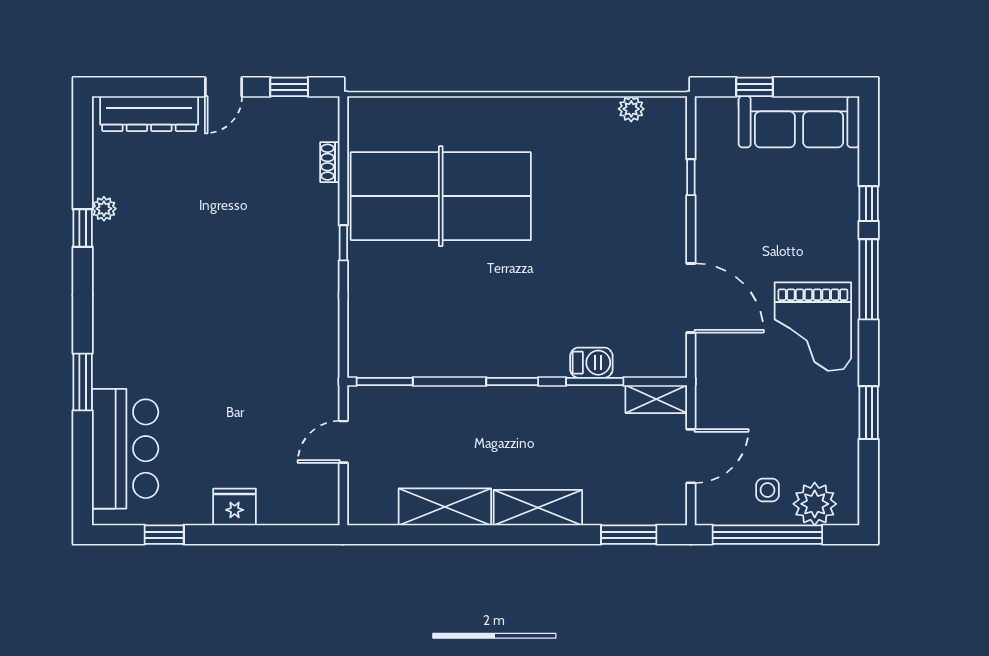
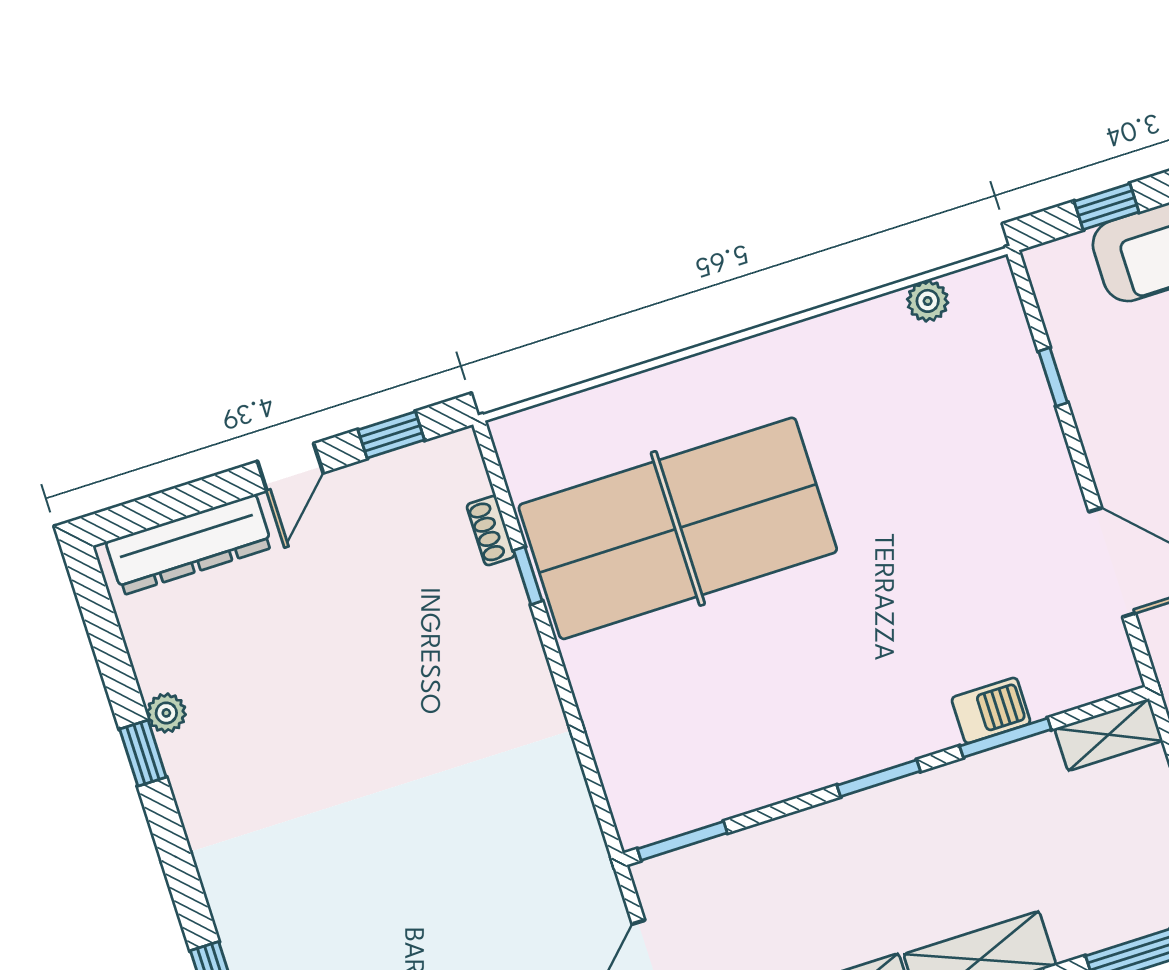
window: (343, 243) -> (528, 576), moved

